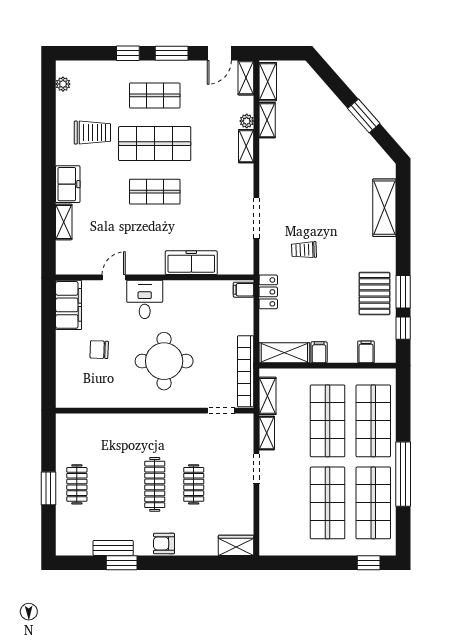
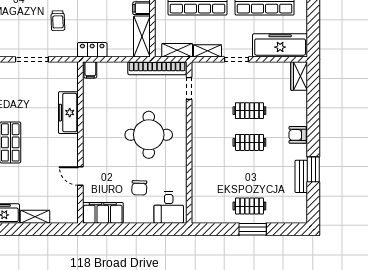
desk: (145, 299) -> (169, 208), moved, turned -90
clothes rail: (155, 484) -> (249, 142), width x0.73
freezer: (274, 522) -> (280, 45), added
armchair: (164, 543) -> (298, 135), turned 90

